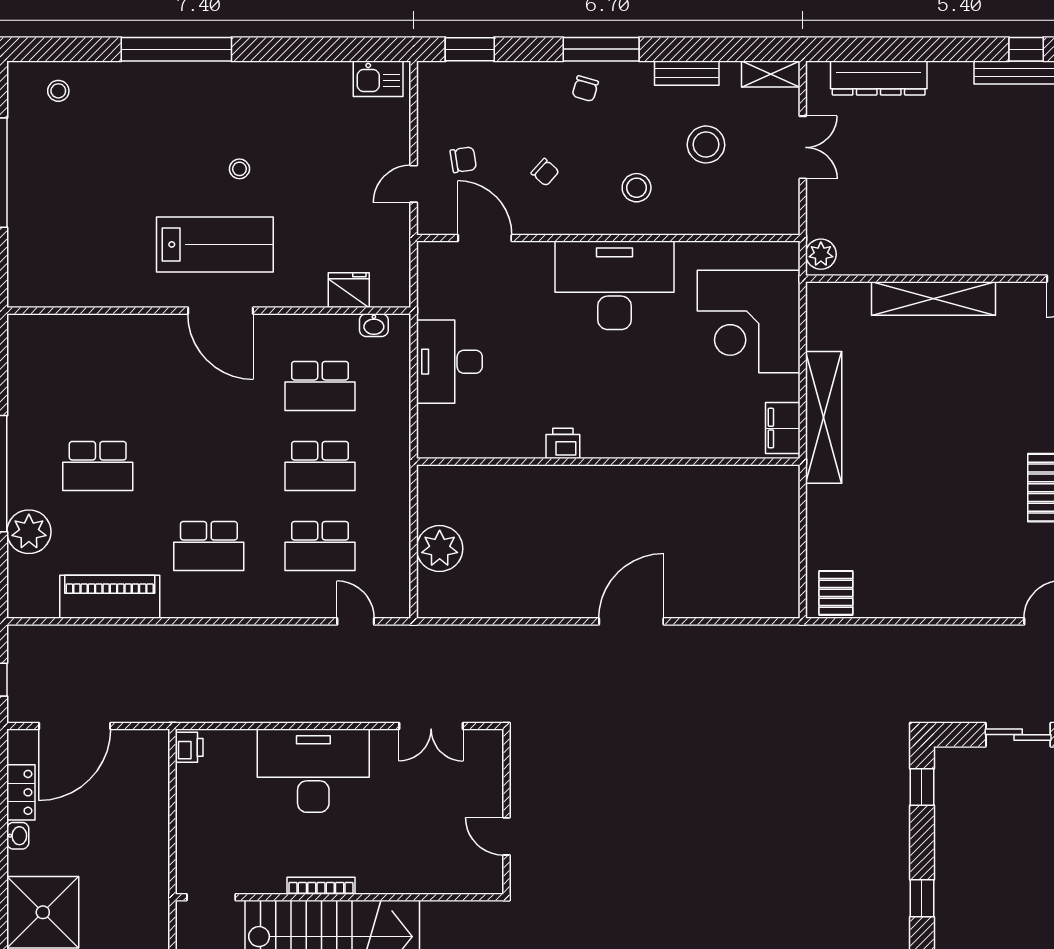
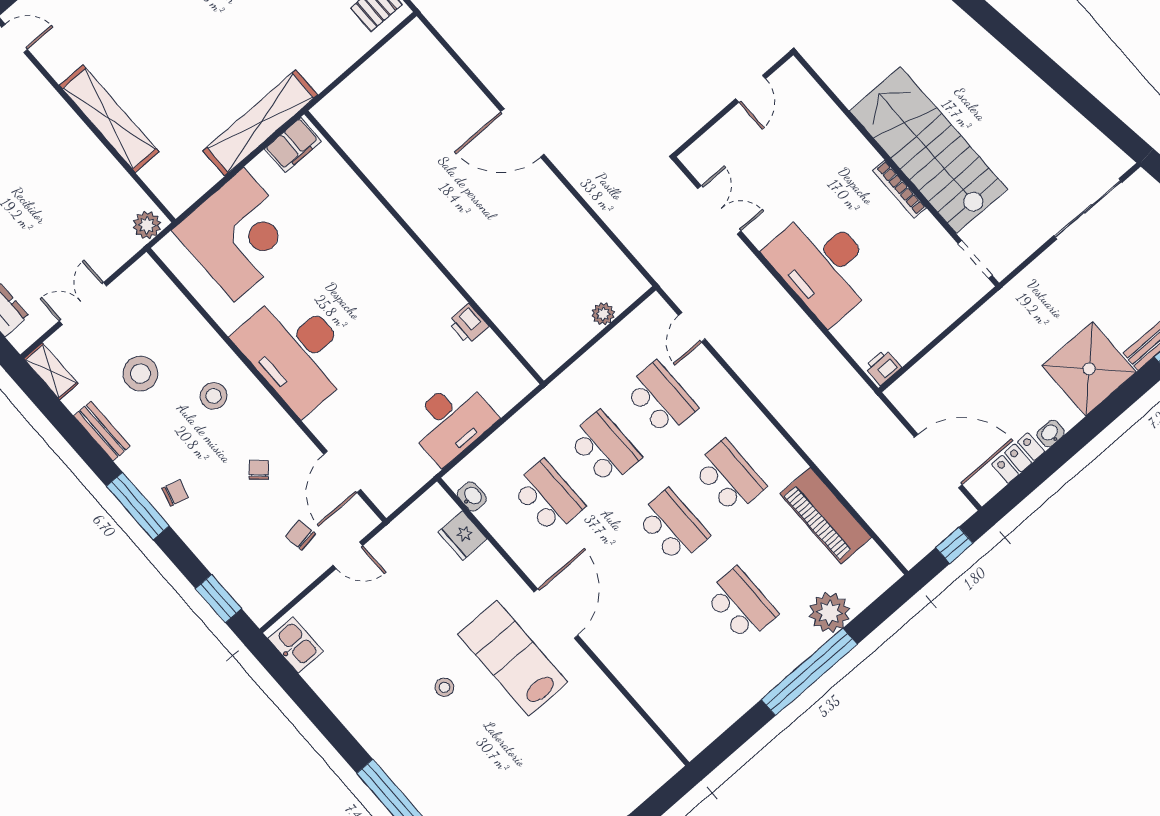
printer: (563, 443) -> (468, 324), moved
school desk: (209, 466) -> (673, 526), added
plant: (440, 549) -> (603, 314), width x0.53, depth x0.53

